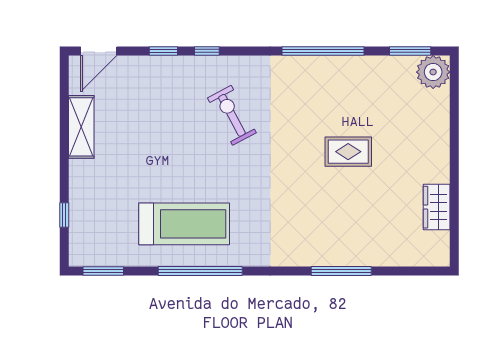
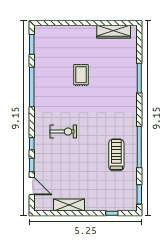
door: (99, 51) -> (32, 186), moved
plant: (433, 72) -> (42, 33), removed
exercise bike: (232, 115) -> (63, 132), turned -152
wardrobe: (437, 207) -> (114, 32), width x1.50
treadmill: (184, 224) -> (116, 155), width x0.73, depth x0.73

